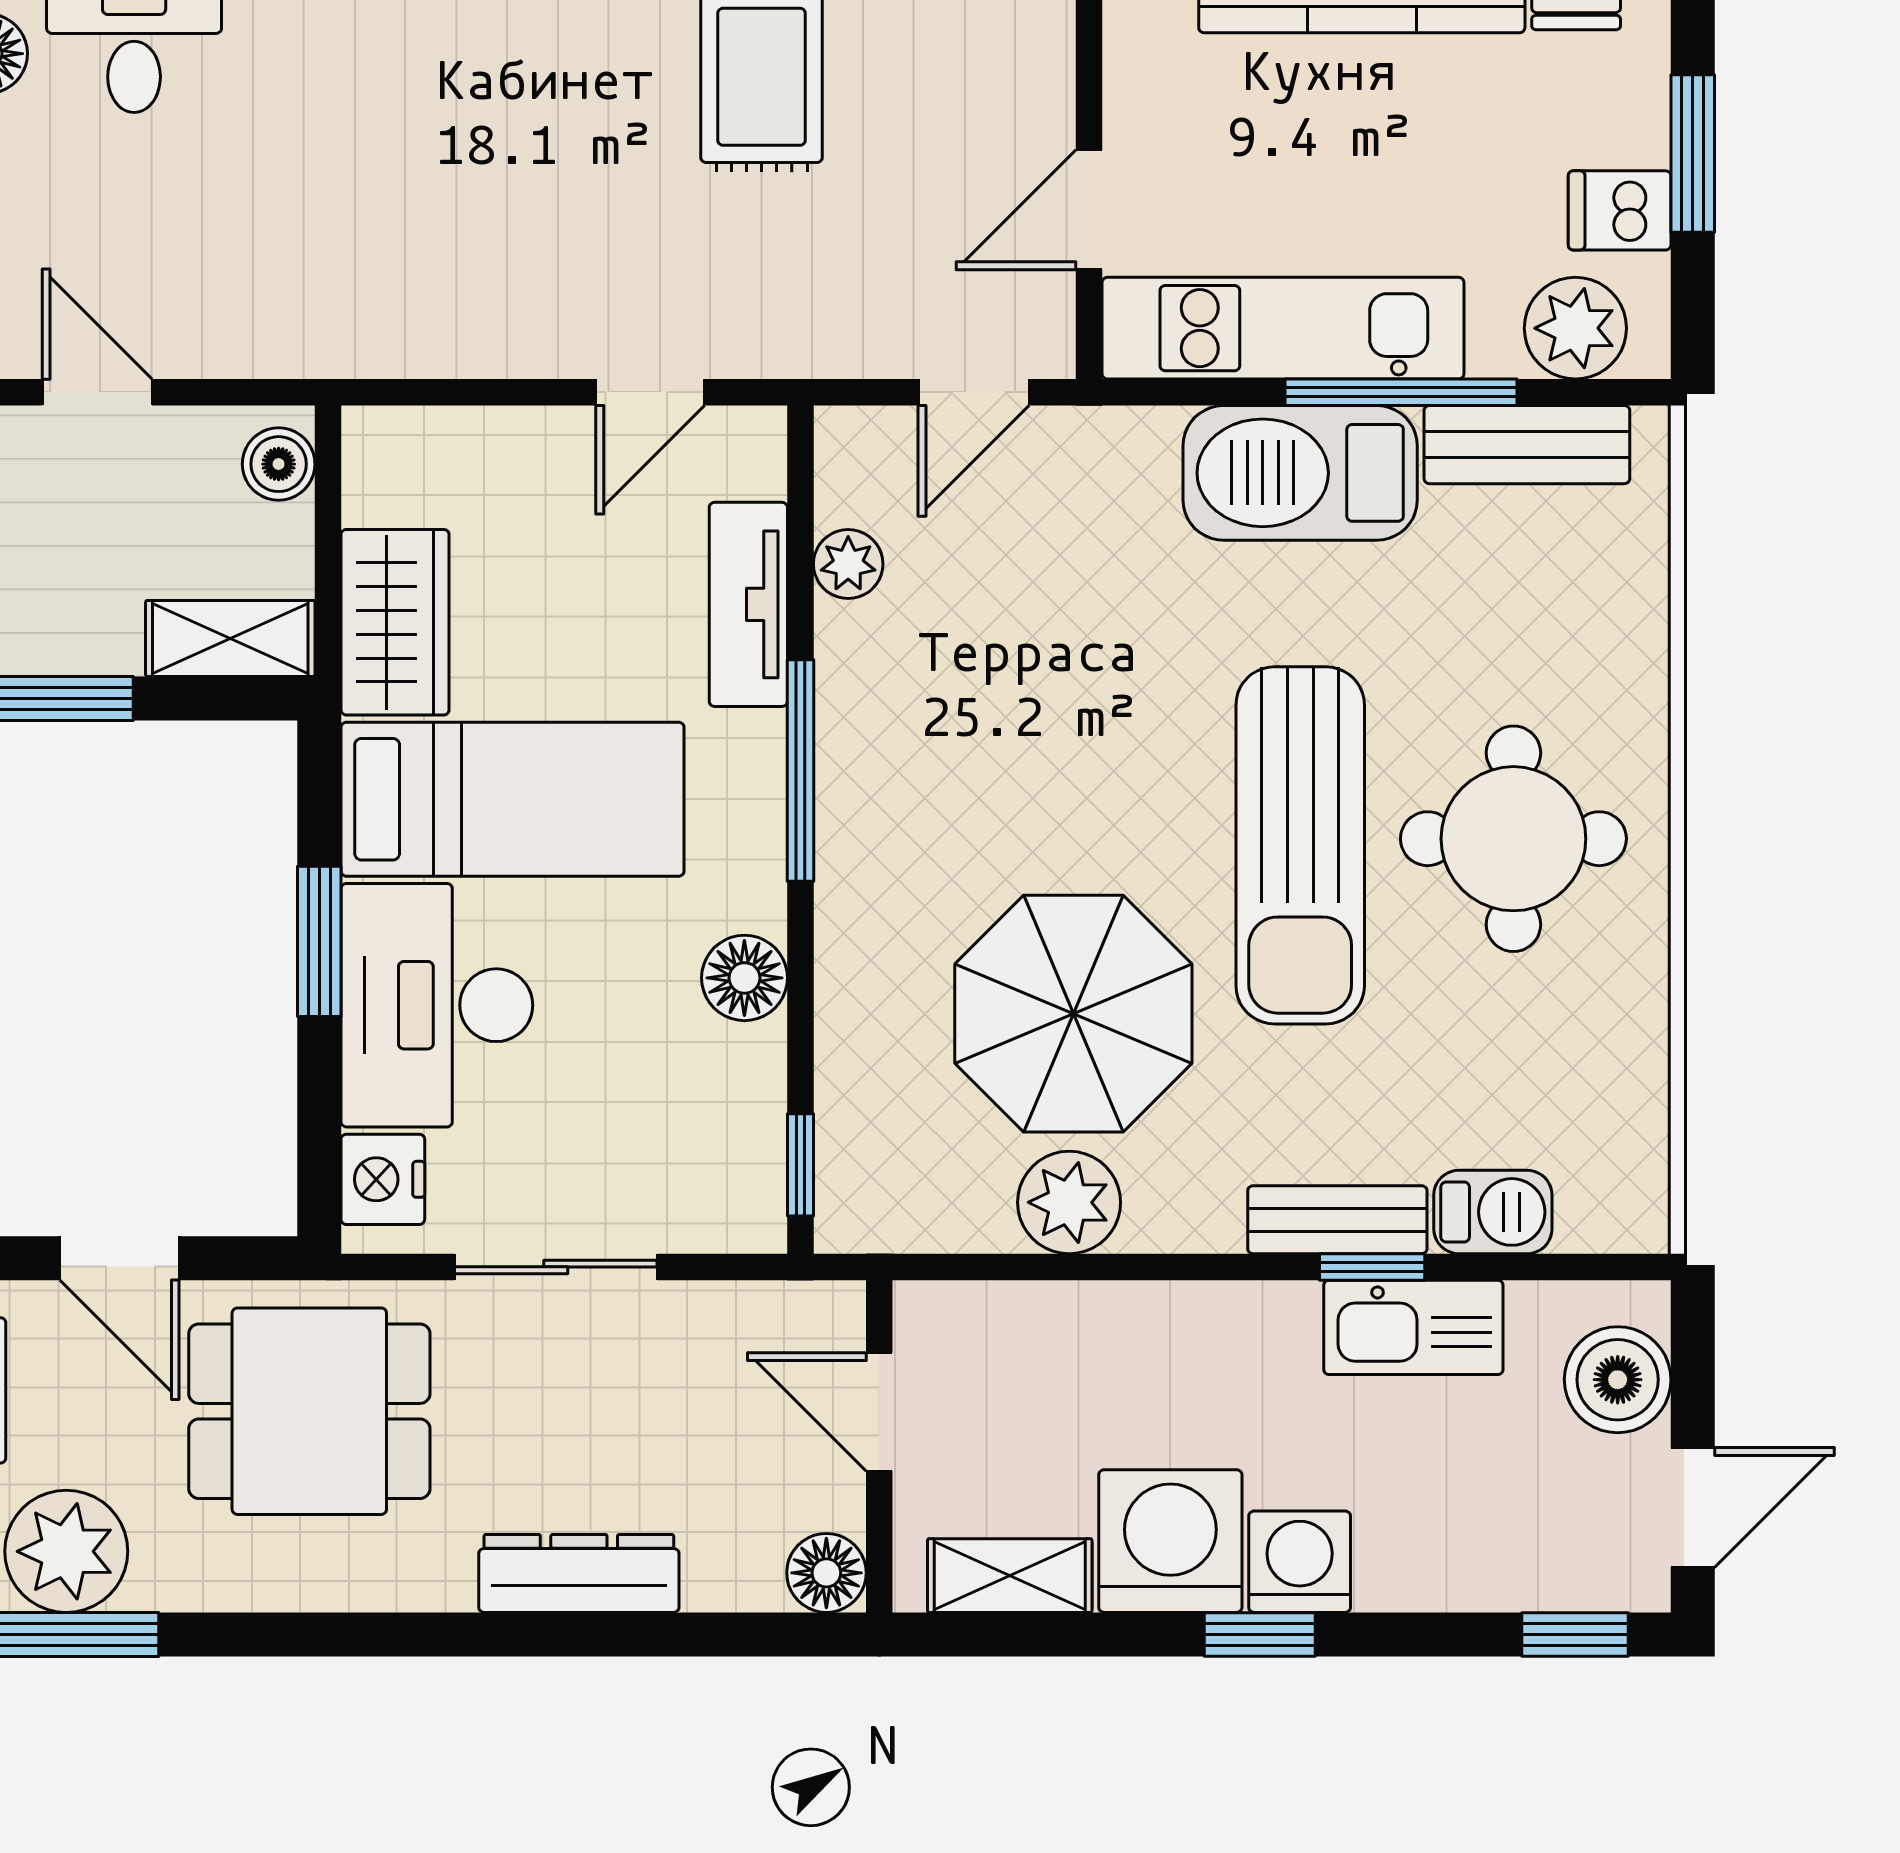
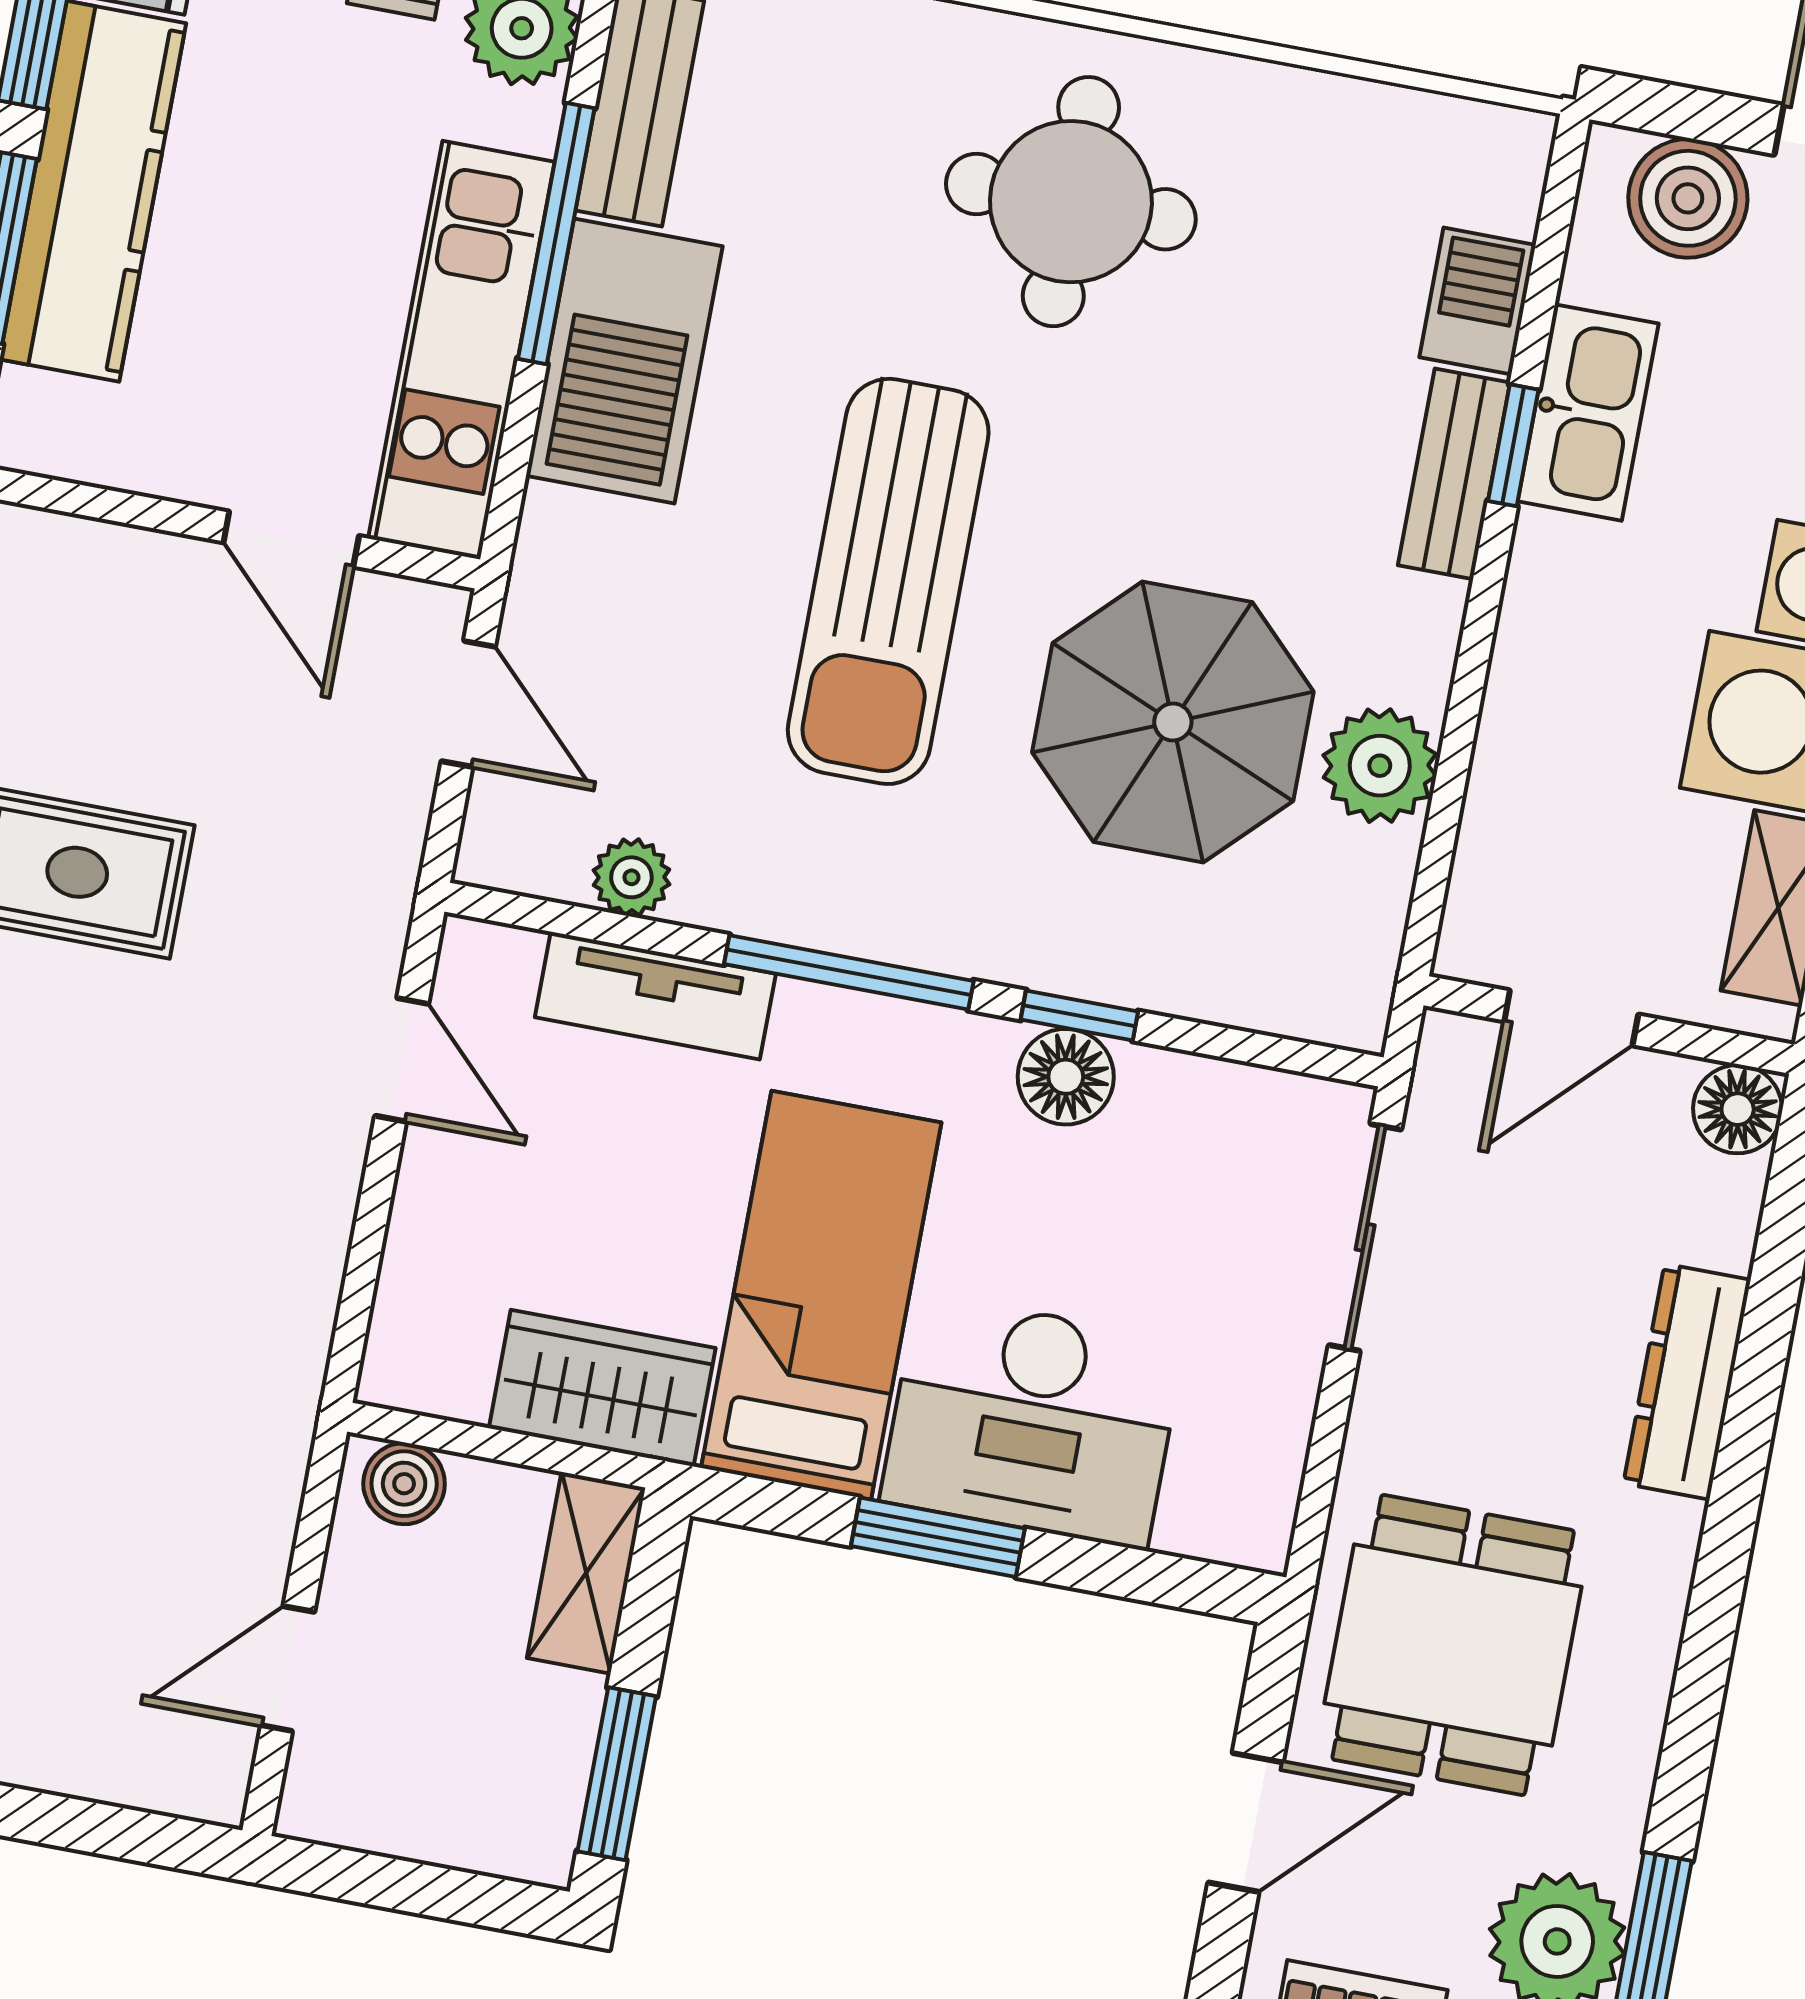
sun lounger: (1300, 845) -> (888, 581), moved, turned 90
window: (800, 1165) -> (1079, 1016), moved
nightstand: (383, 1179) -> (1213, 1516), removed
sliding door: (556, 1267) -> (1365, 1237), moved

